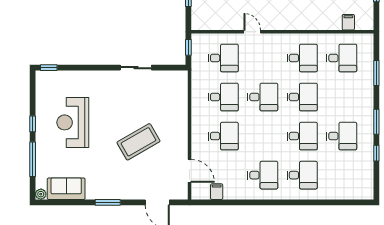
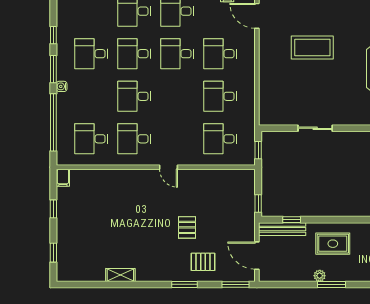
filing cabinet: (348, 22) -> (63, 178), moved
door: (252, 32) -> (168, 167), moved
window: (376, 73) -> (53, 122), width x2.11
desk: (263, 97) -> (177, 54), moved
water cooler: (369, 106) -> (62, 86), added
coffee table: (139, 142) -> (312, 47), turned 30

